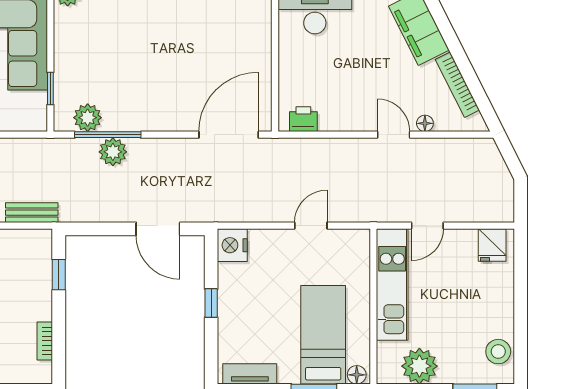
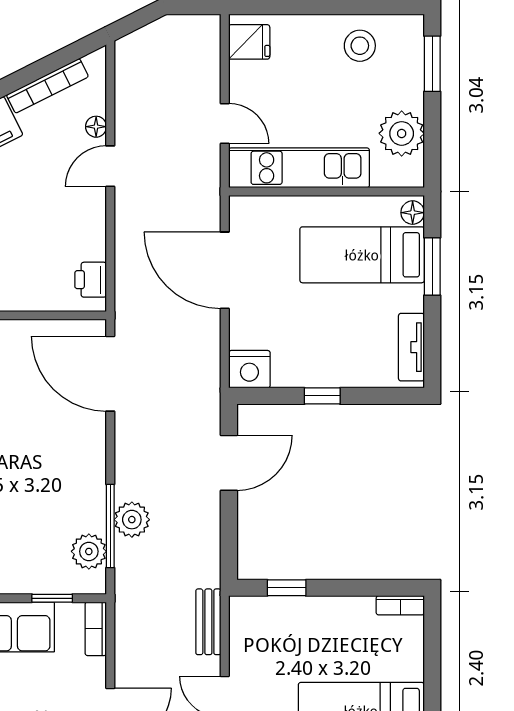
bookcase: (26, 123) -> (96, 629), added
door: (311, 226) -> (225, 270), width x1.87
bookcase: (45, 341) -> (400, 605), moved
stool: (498, 352) -> (360, 46), moved

